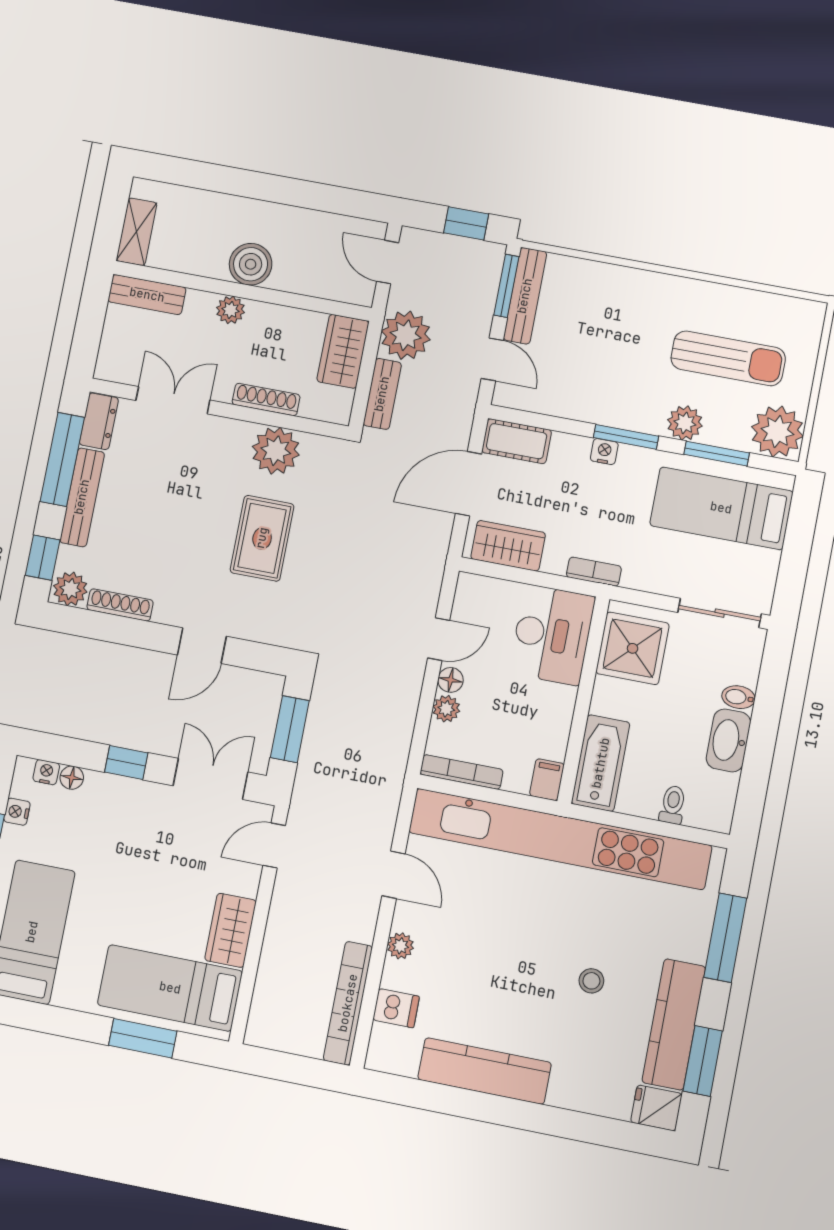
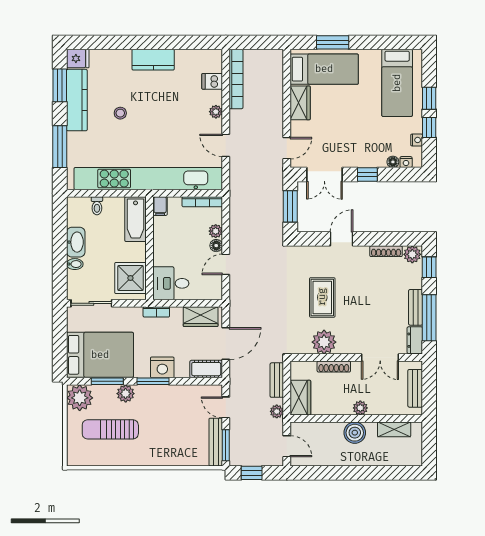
shelving: (137, 232) -> (394, 429), moved, turned 90
bench: (147, 295) -> (415, 388), moved, turned 90
plant: (406, 335) -> (277, 411), width x0.53, depth x0.53
nightstand: (604, 452) -> (162, 367), width x1.89, depth x1.79
bench: (82, 497) -> (416, 307), width x0.73
bed: (721, 508) -> (100, 355), width x1.50
desk: (552, 635) -> (171, 283), width x0.73
kitchen counter: (485, 1071) -> (153, 60), width x0.67

